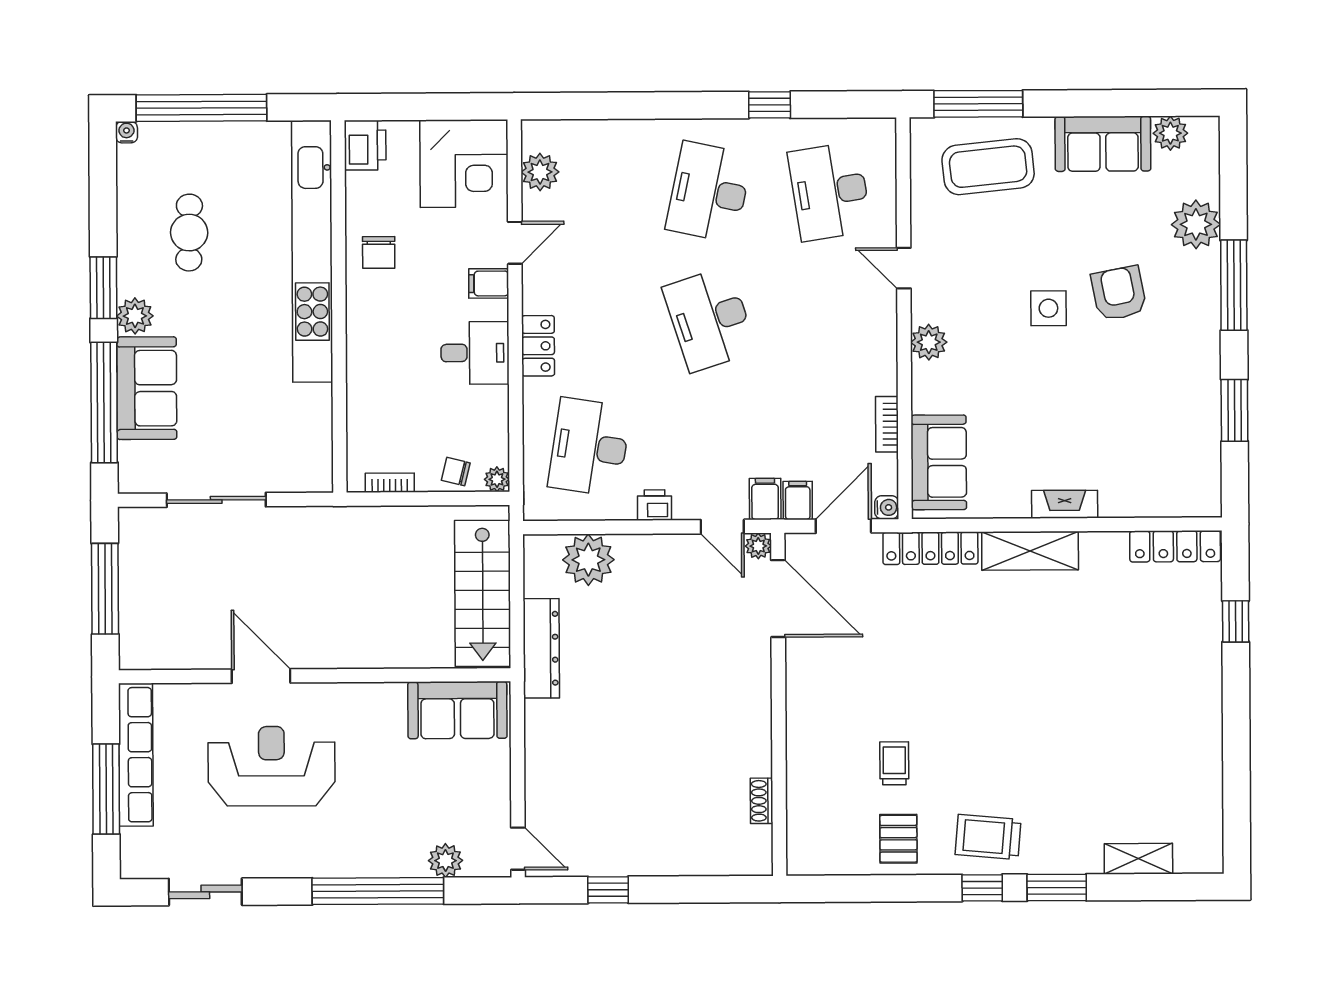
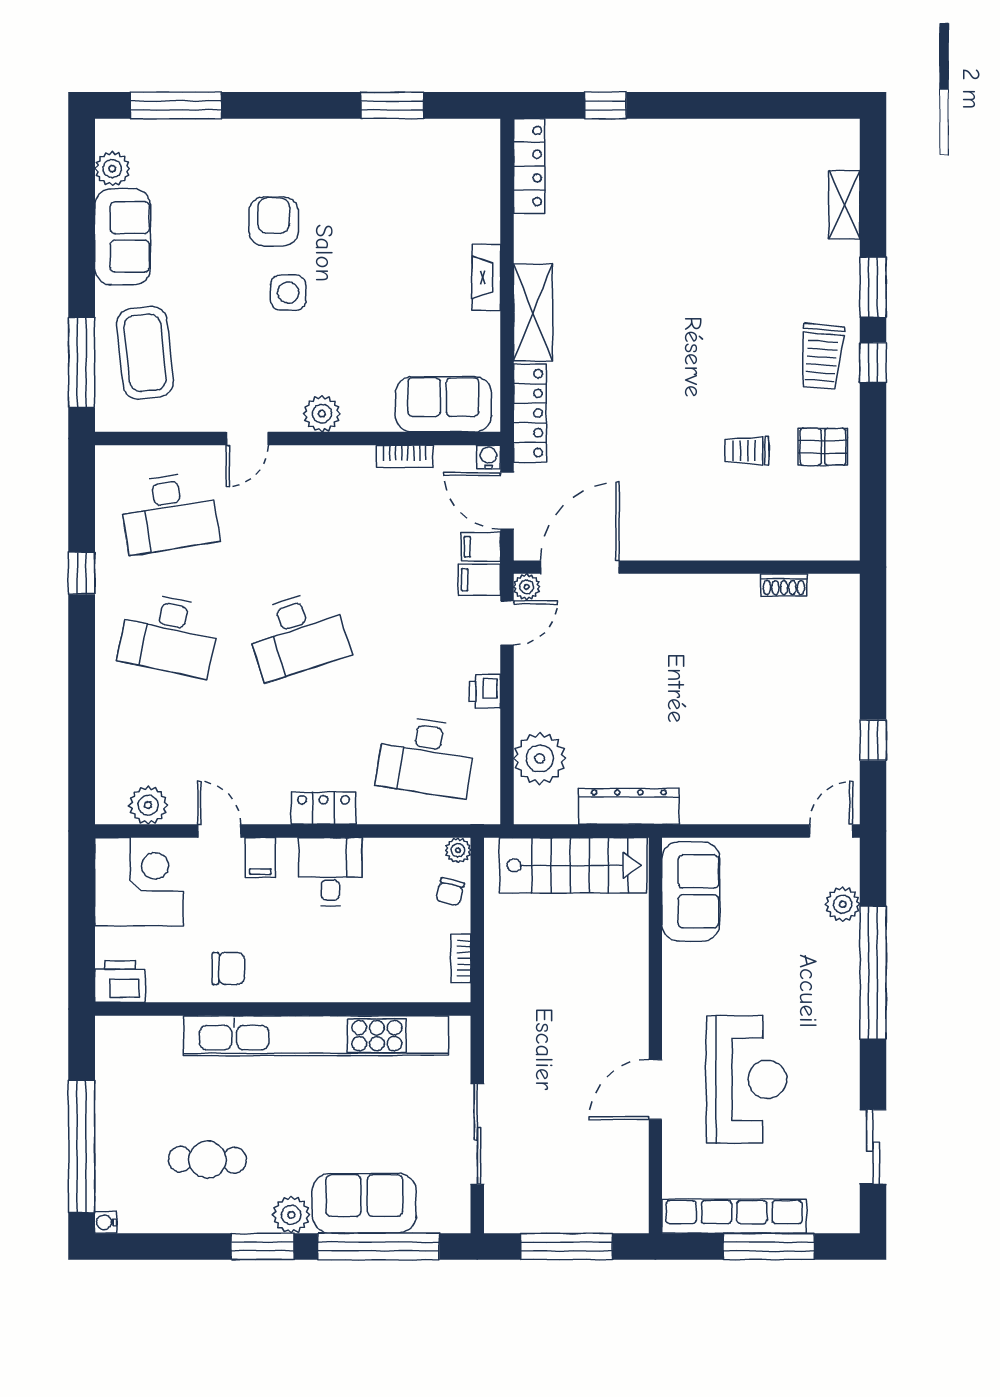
plant: (1196, 224) -> (204, 143), removed
kitchen unit: (312, 251) -> (316, 1036), moved
window: (1234, 285) -> (176, 105), moved
armchair: (1119, 293) -> (274, 222), turned 101
reception desk: (271, 766) -> (746, 1079), turned 180

